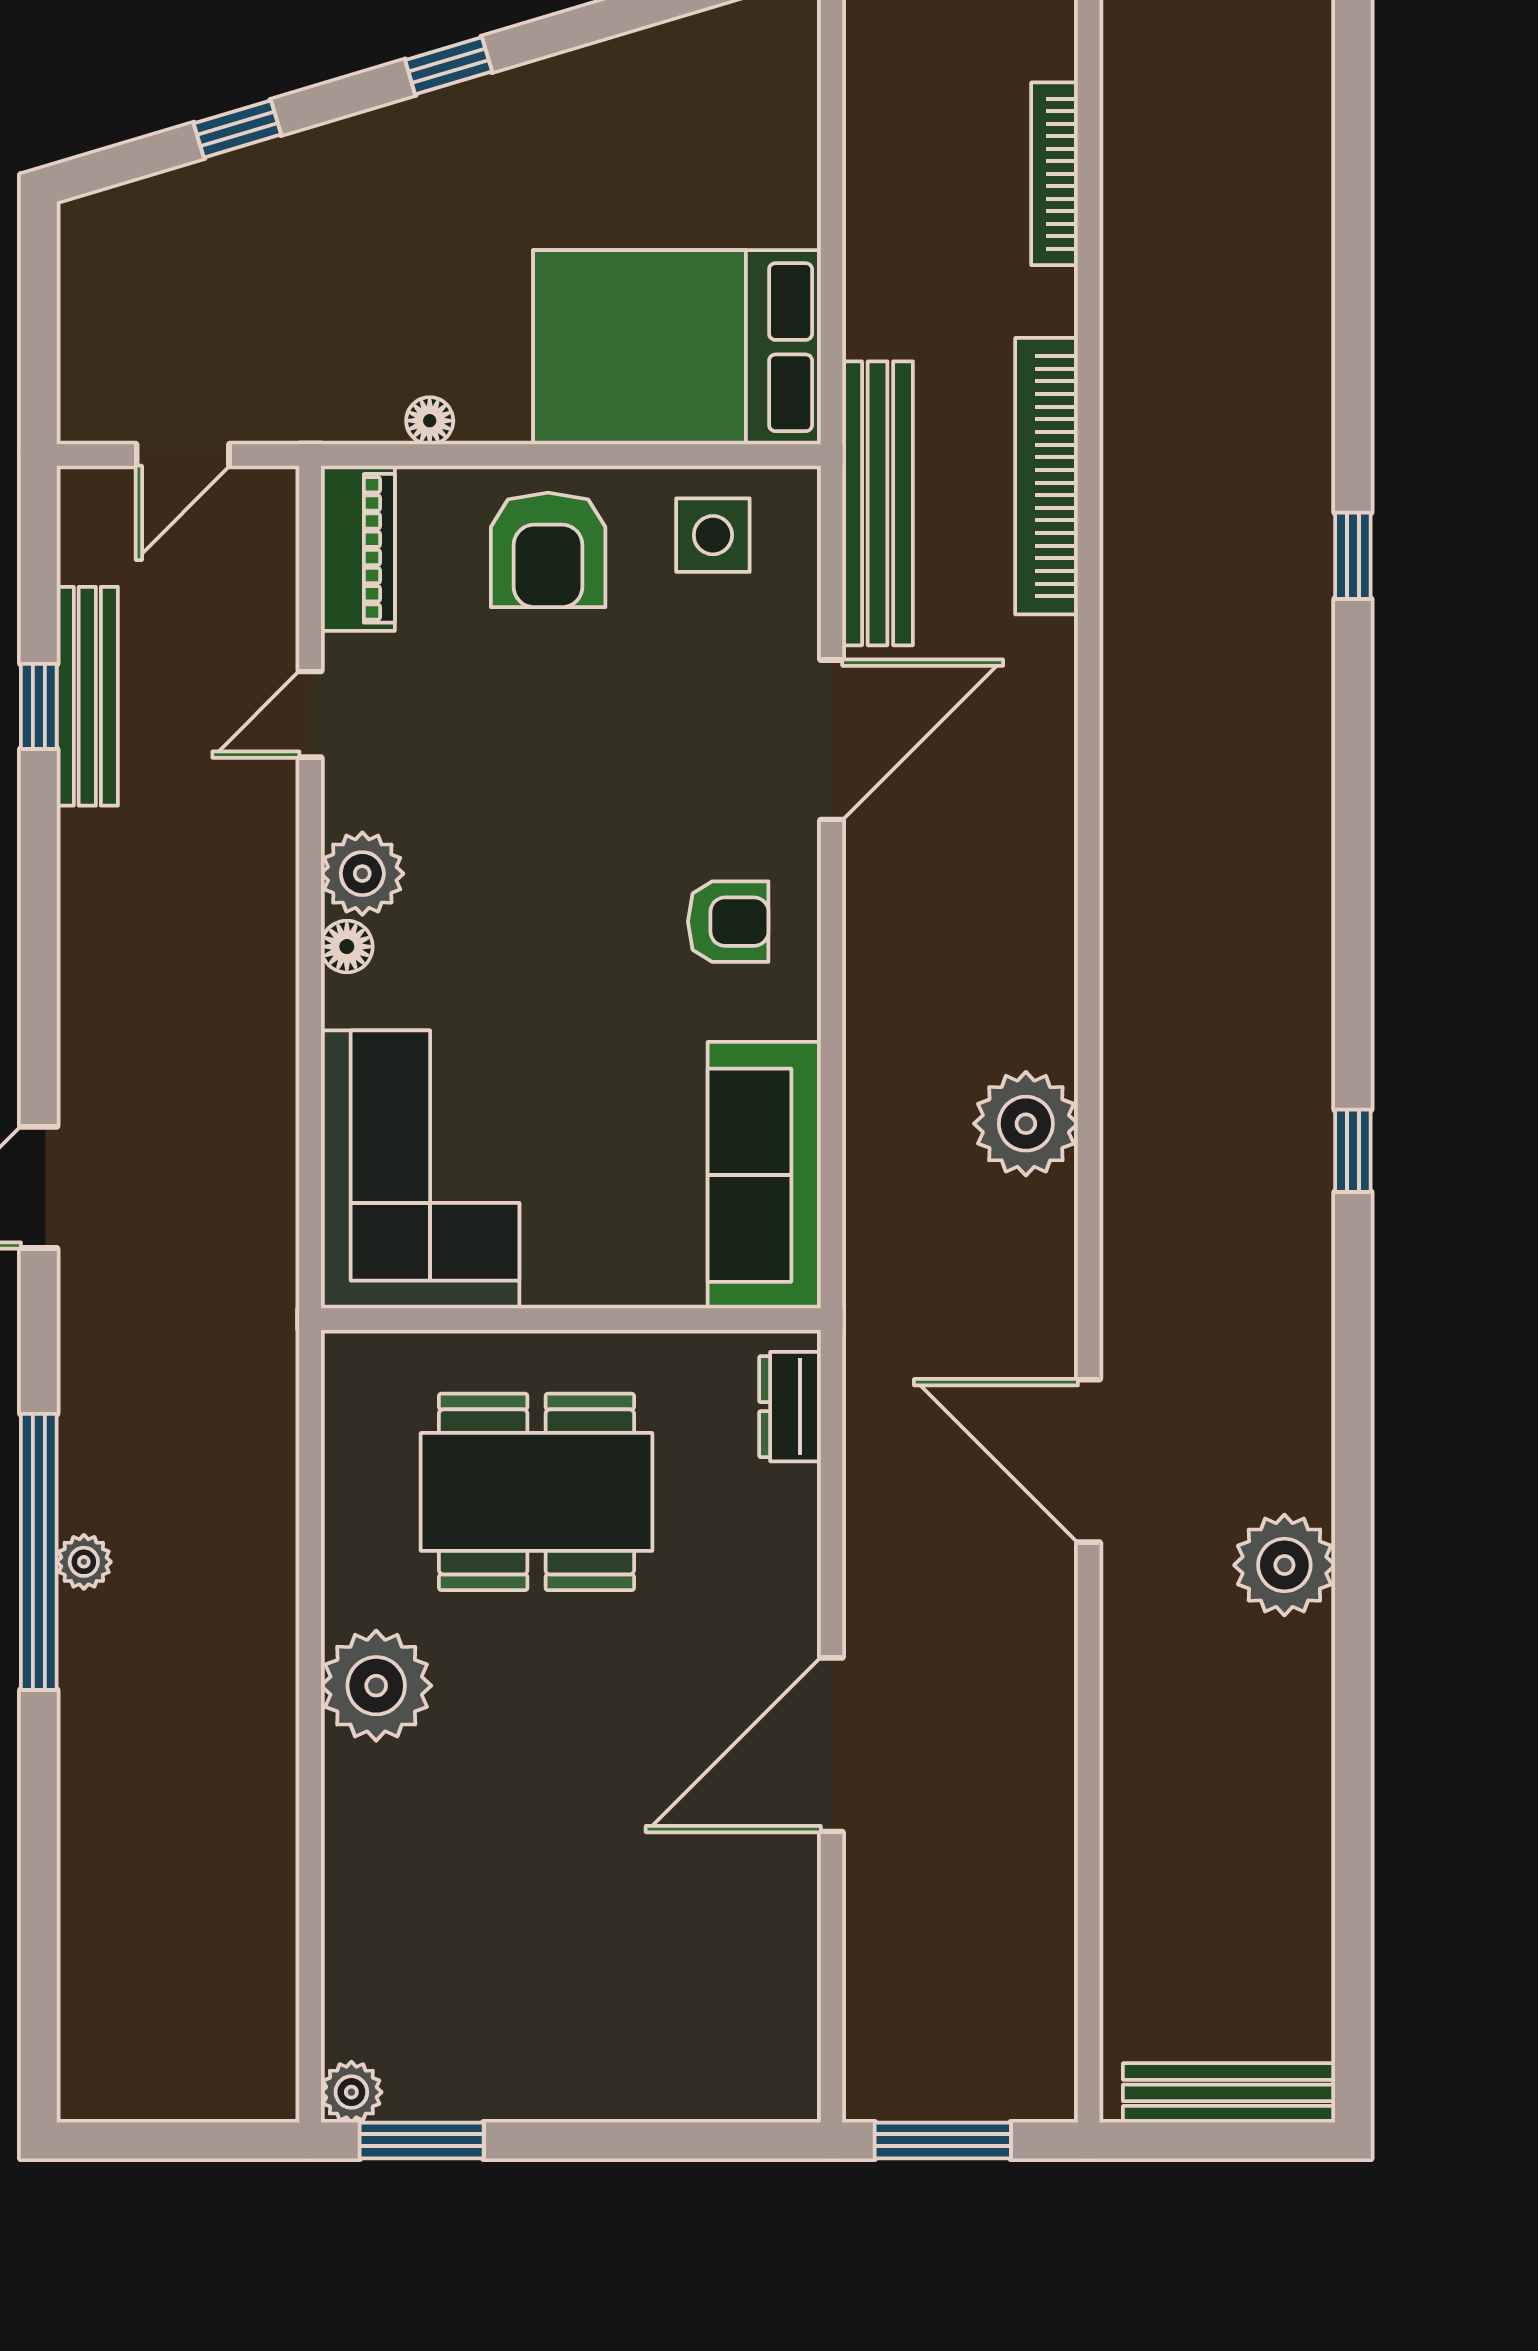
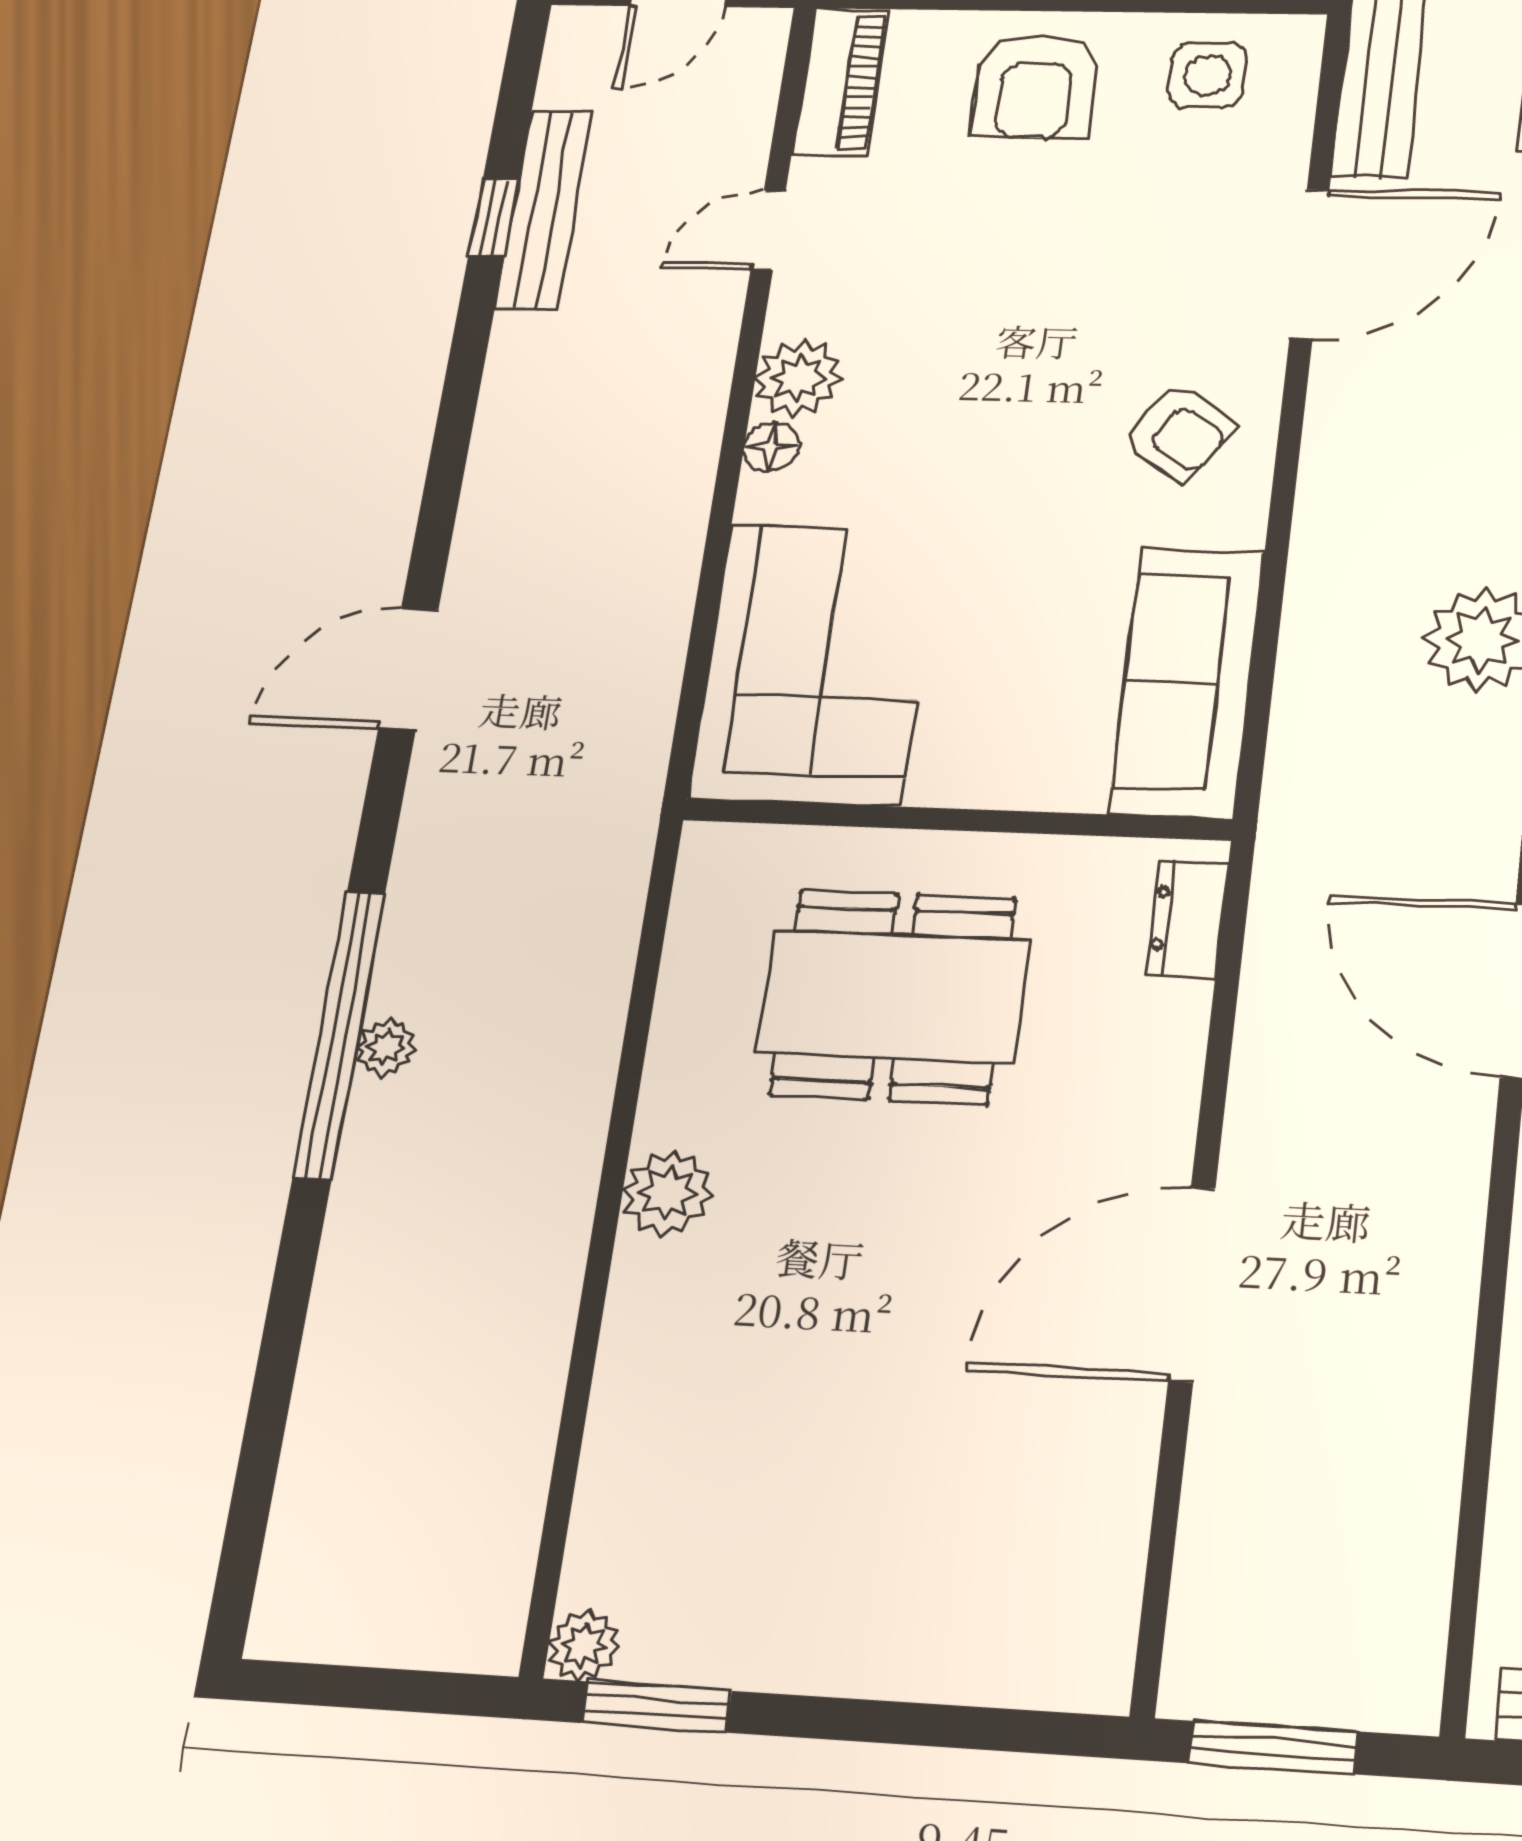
armchair: (728, 922) -> (1179, 433), turned 35
plant: (376, 1686) -> (668, 1193), width x0.73, depth x0.73

